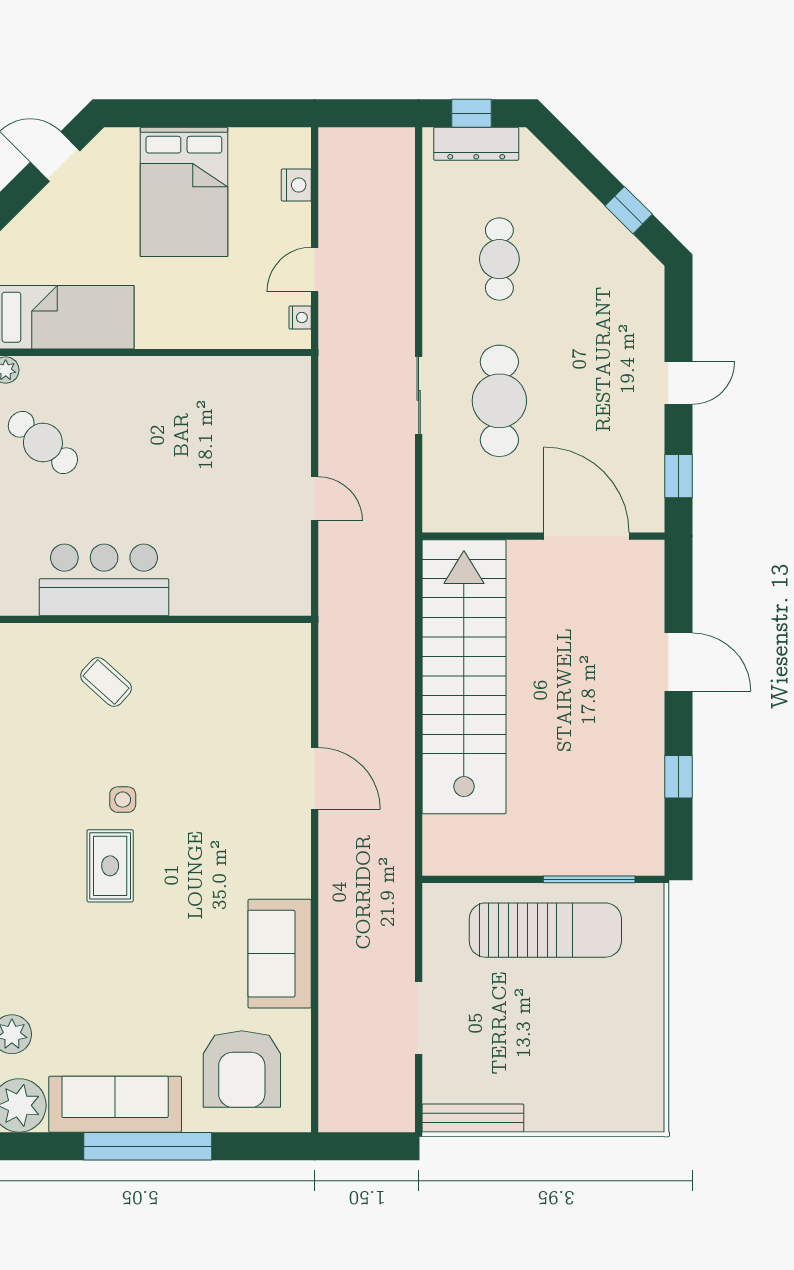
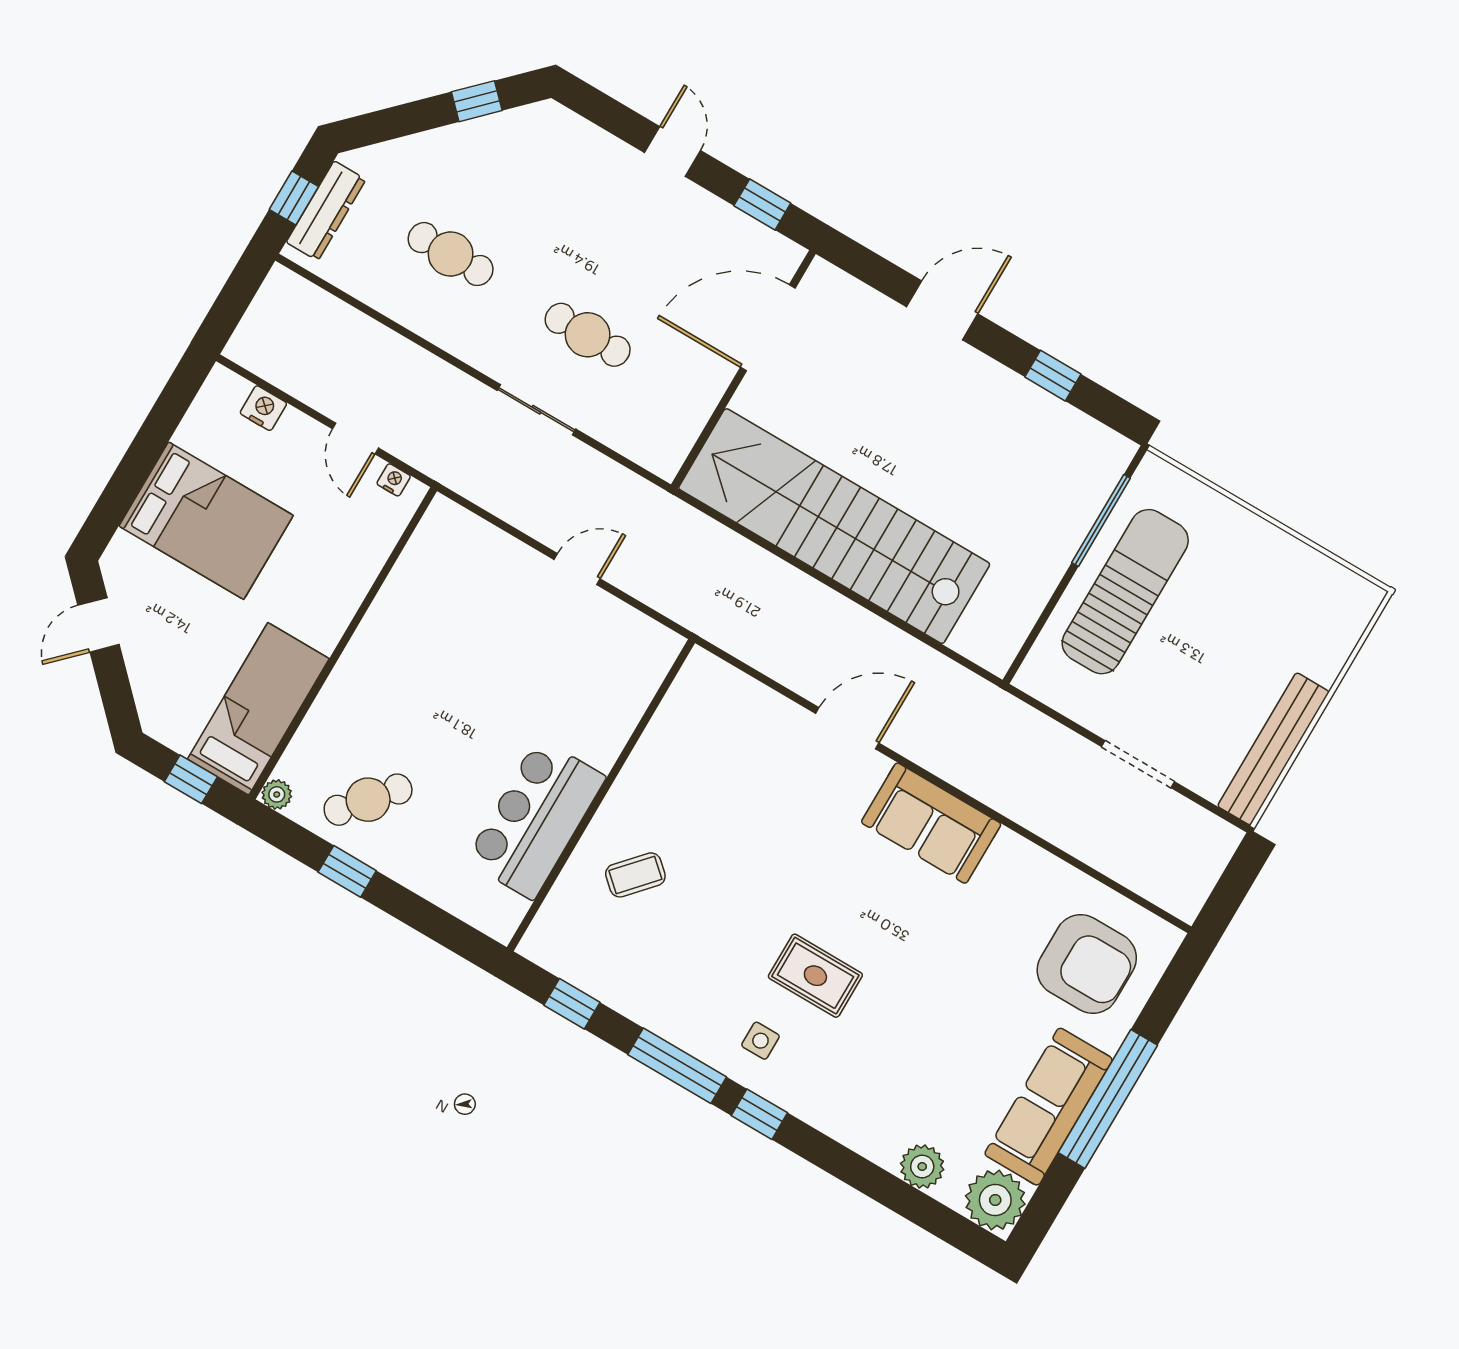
cafe table: (499, 401) -> (588, 335), width x0.73, depth x0.74
side table: (123, 800) -> (760, 1041), moved
sofa: (280, 954) -> (931, 823), moved
bench: (473, 1118) -> (1273, 749), width x1.37, depth x1.21

